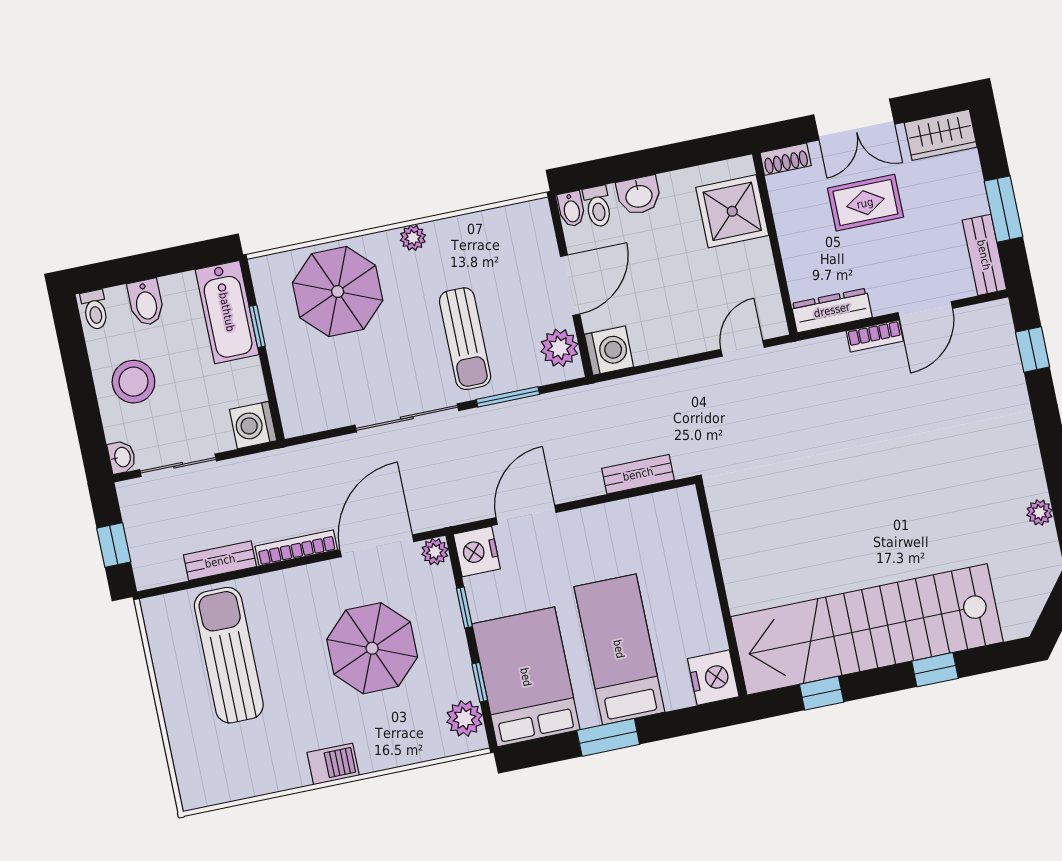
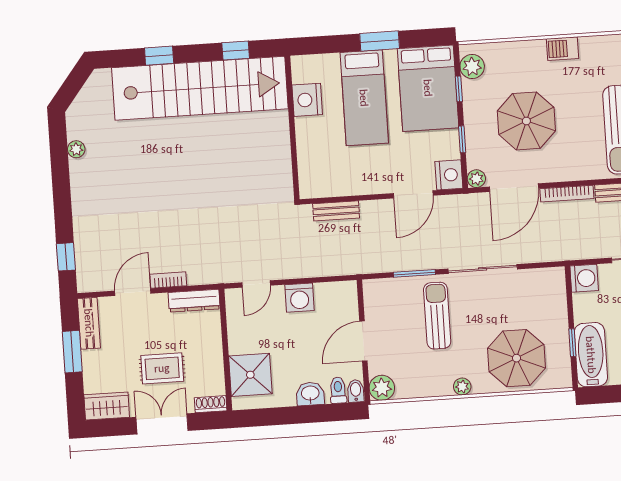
plant: (559, 348) -> (382, 388), moved
washing machine: (609, 351) -> (299, 298), moved, turned -90
nightstand: (713, 678) -> (307, 100), moved

